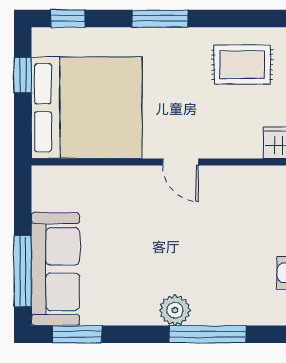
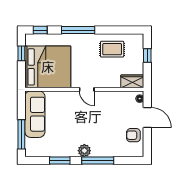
window: (160, 19) -> (78, 30), width x1.44
sofa: (55, 269) -> (35, 114), moved
window: (77, 334) -> (60, 161), moved

